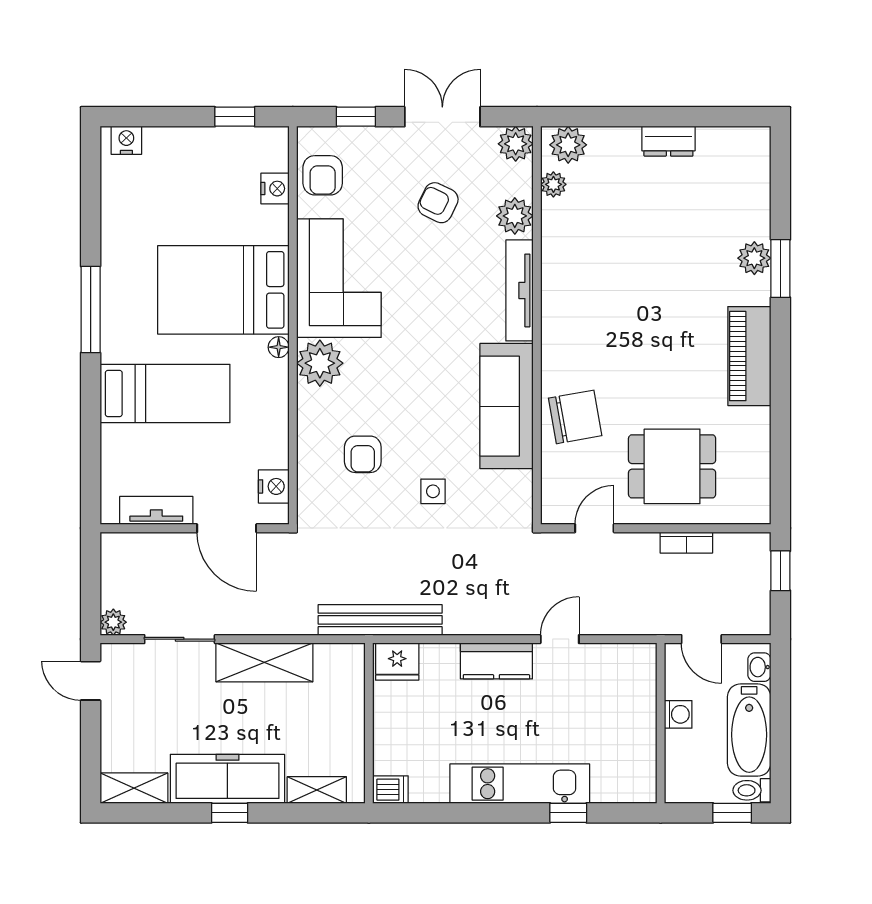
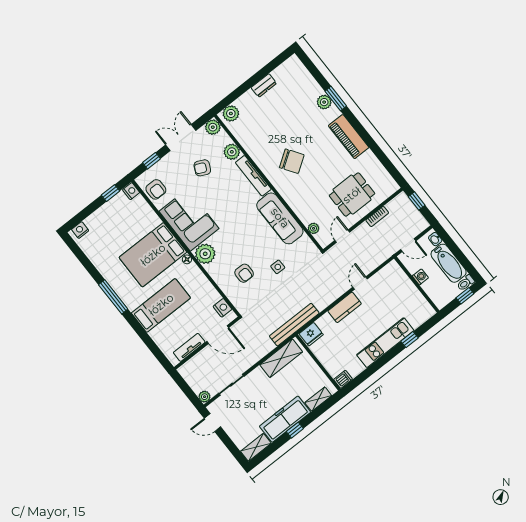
plant: (553, 184) -> (314, 228), moved
nightstand: (275, 189) -> (131, 191), moved
chair: (575, 417) -> (292, 161), moved, turned 66
shelving: (264, 662) -> (281, 358), moved

